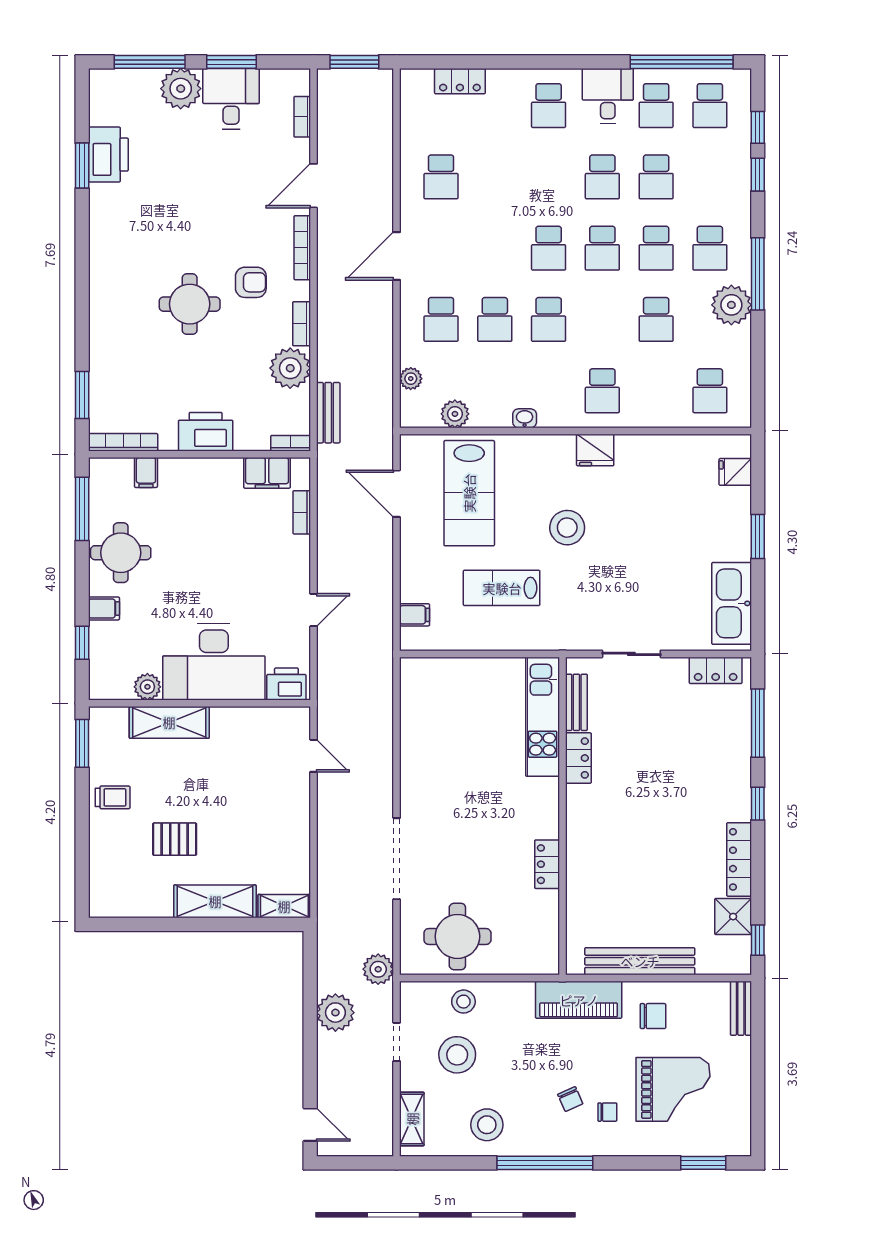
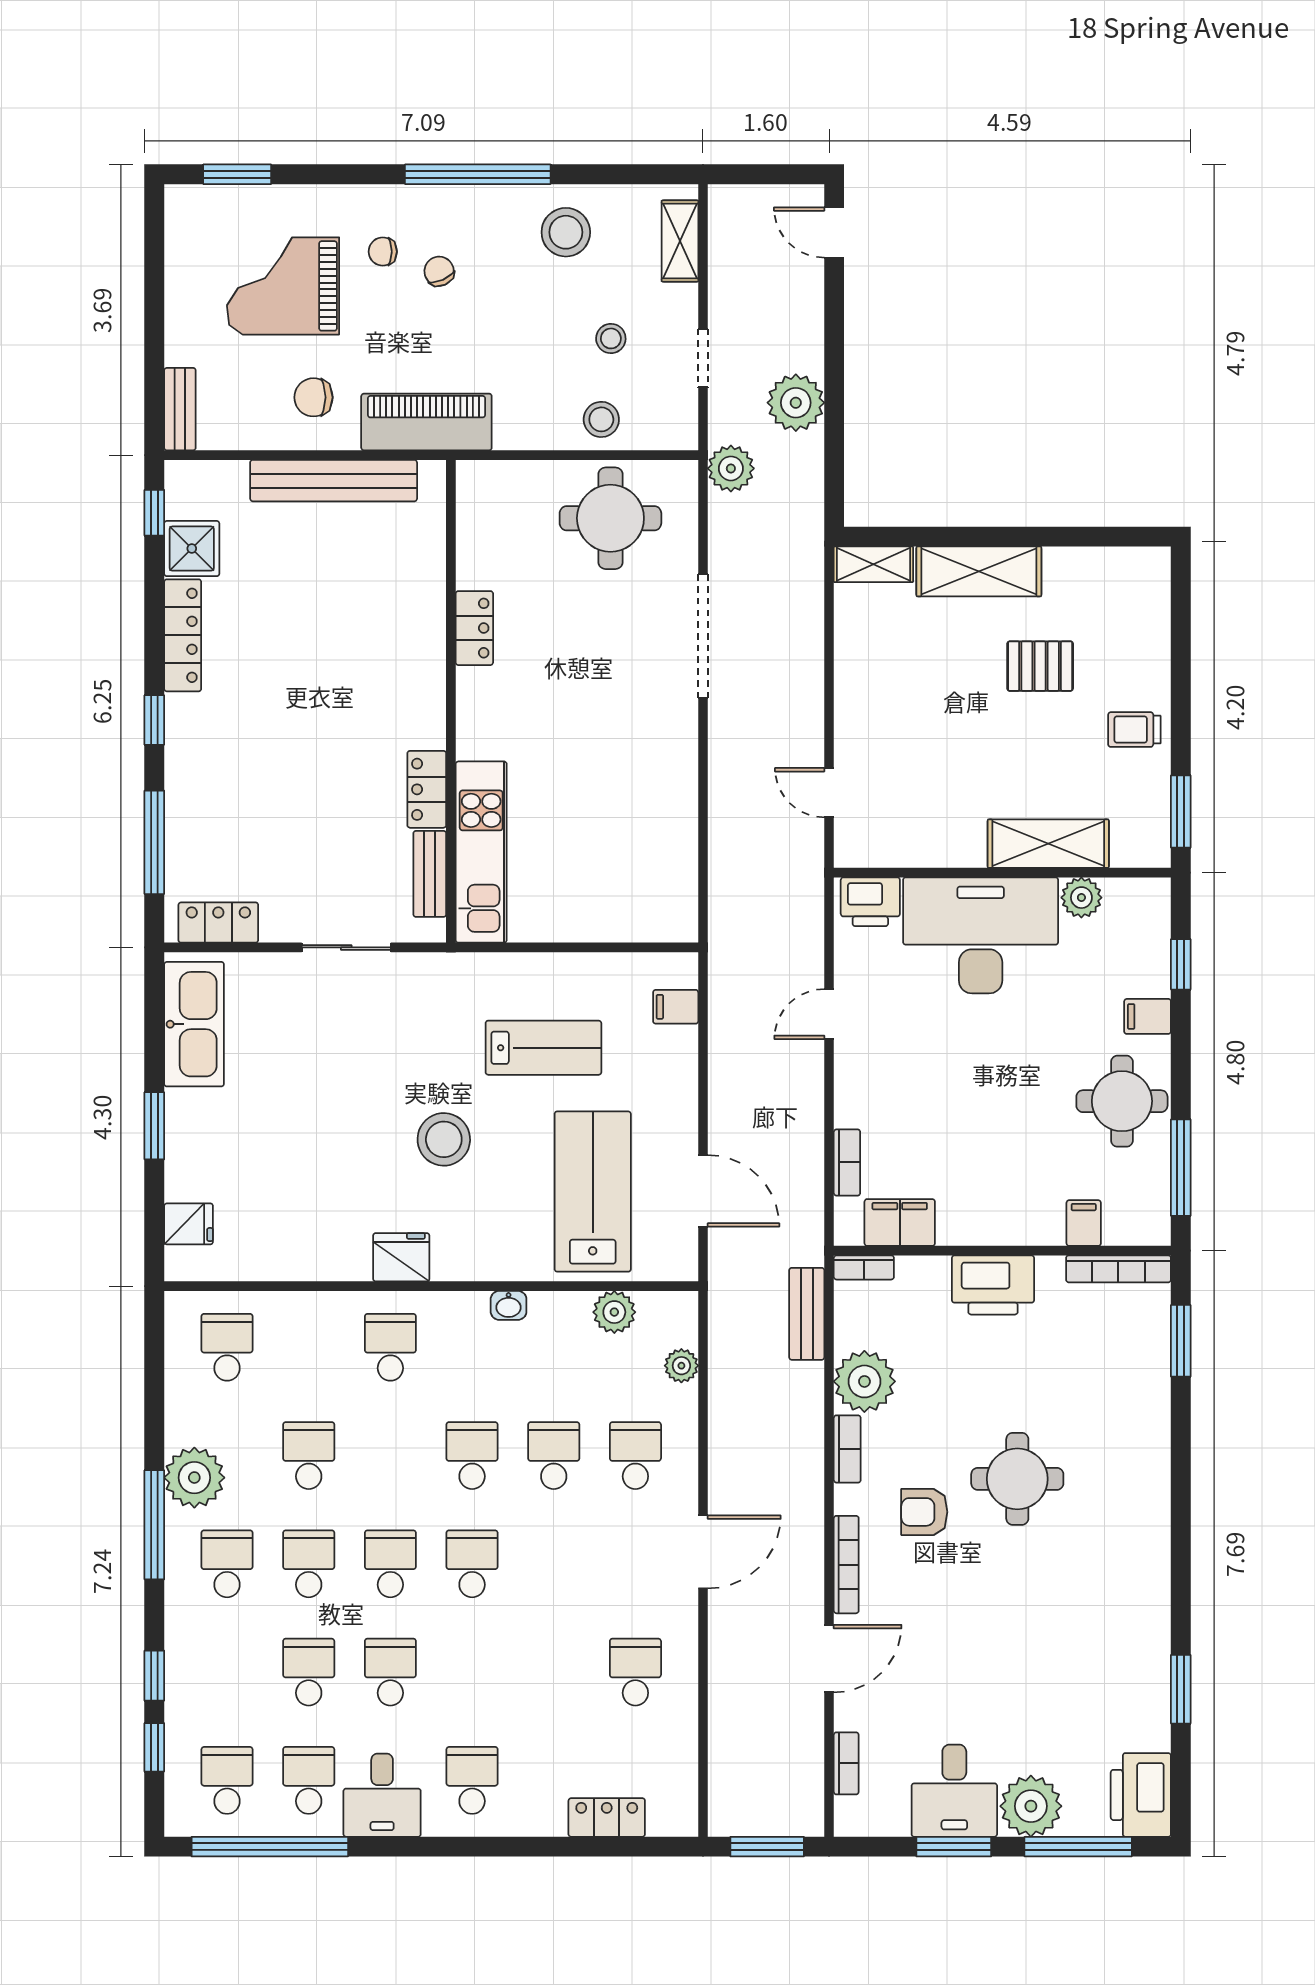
printer: (108, 155) -> (1141, 1795), moved
stool: (457, 1055) -> (611, 338), width x0.53, depth x0.53

